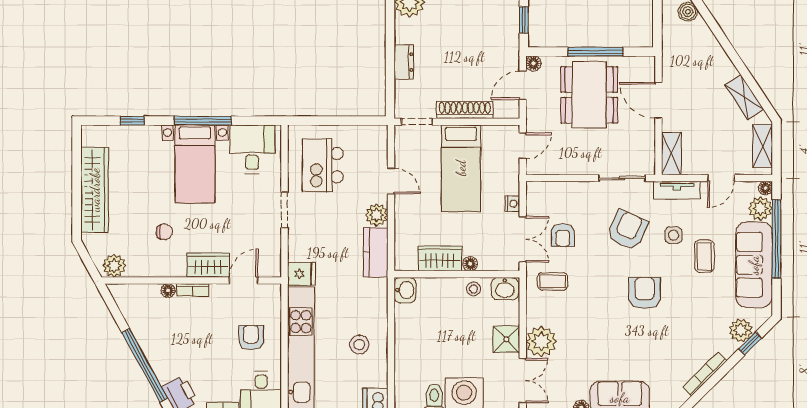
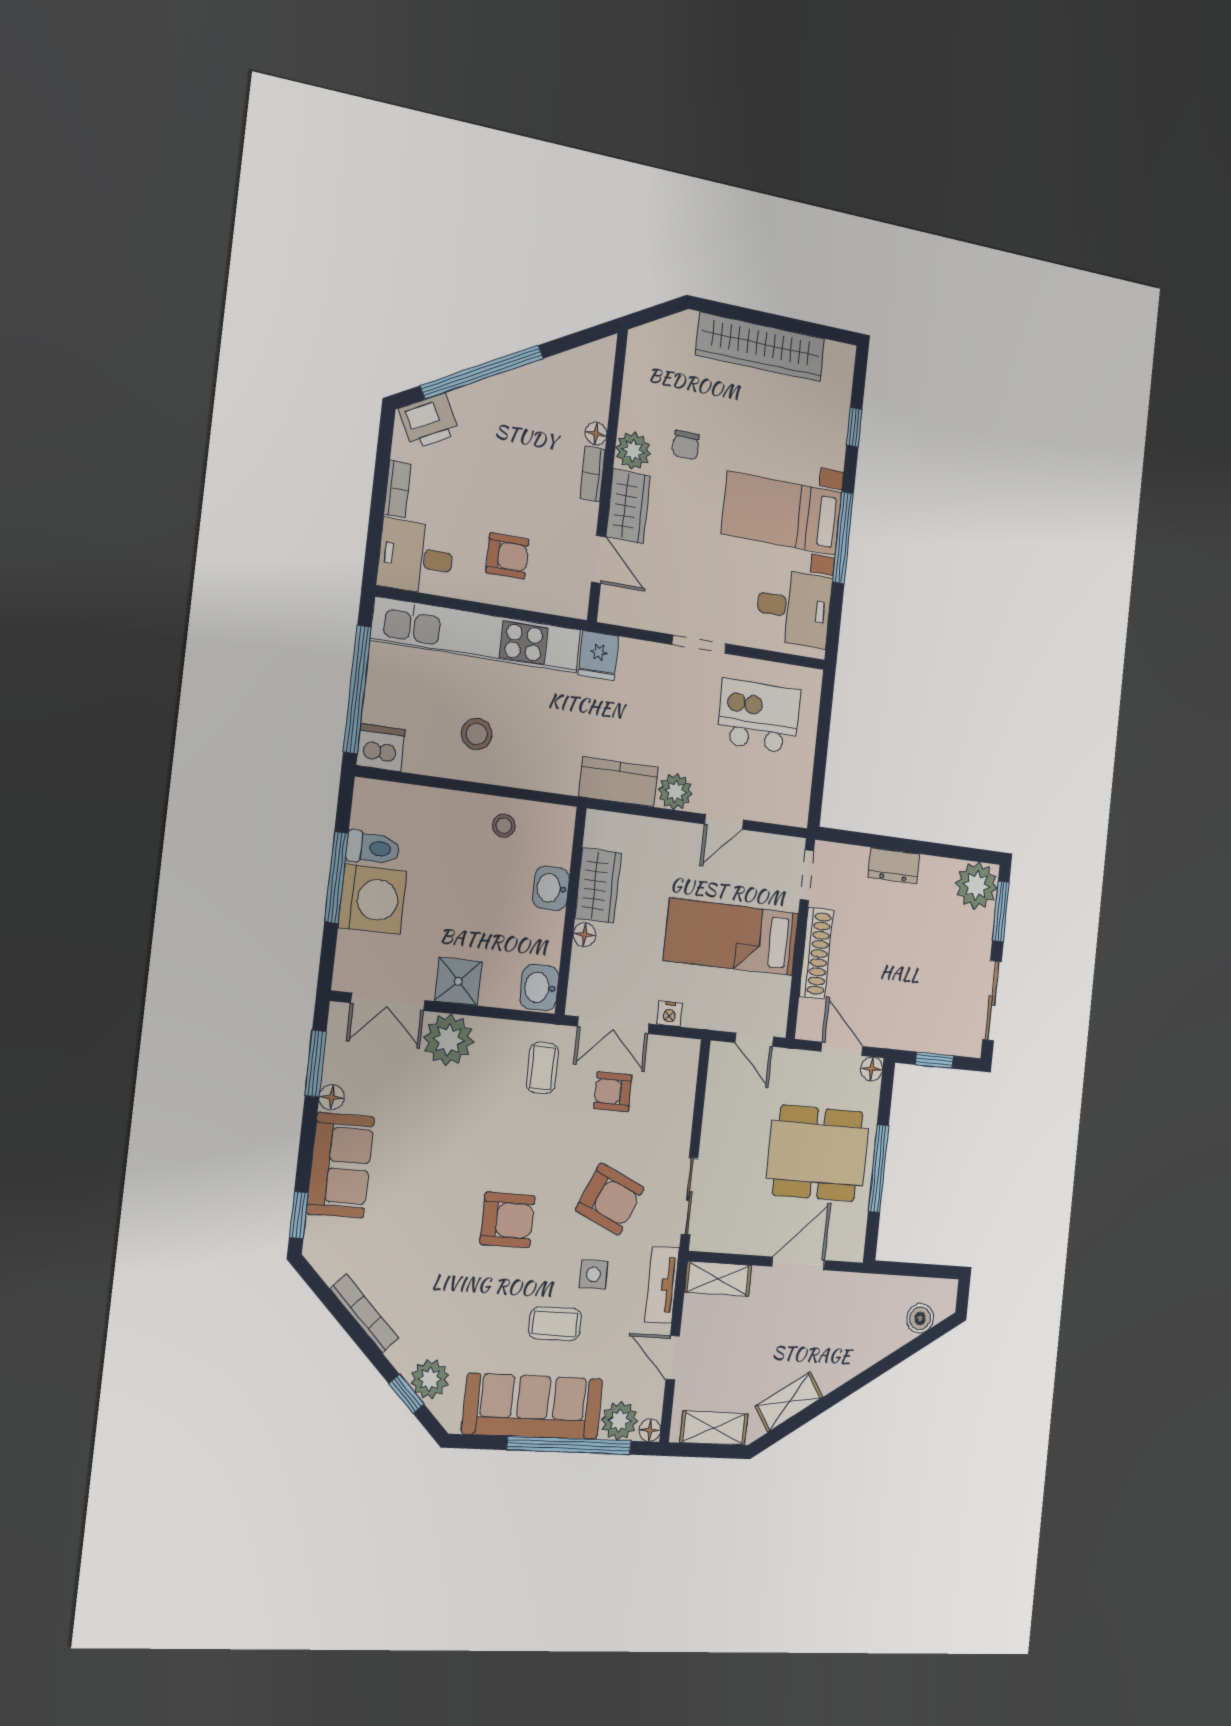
plant: (114, 266) -> (633, 451), moved
stool: (474, 289) -> (504, 826), moved
washbasin: (405, 290) -> (551, 888), moved, turned 90

